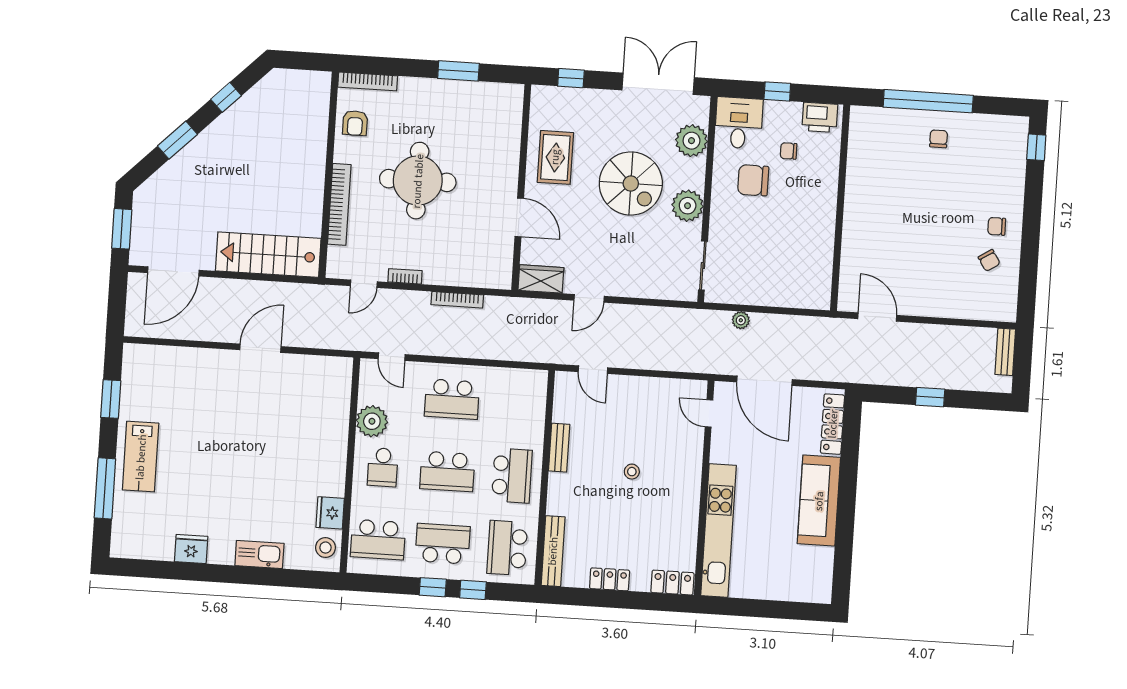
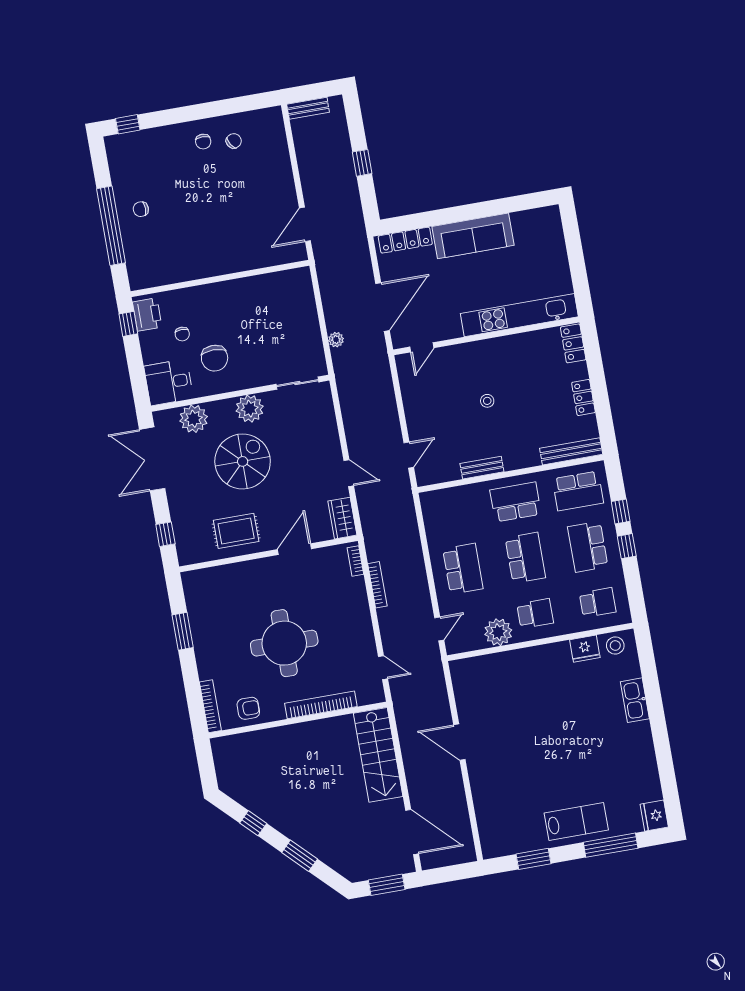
window: (777, 91) -> (128, 324), moved
bookcase: (405, 276) -> (355, 561), moved
school desk: (378, 540) -> (598, 603), width x0.54
fridge: (191, 549) -> (654, 816), moved

